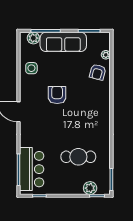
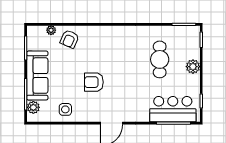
armchair: (98, 72) -> (69, 39), turned 99
plant: (90, 188) -> (193, 67), moved

